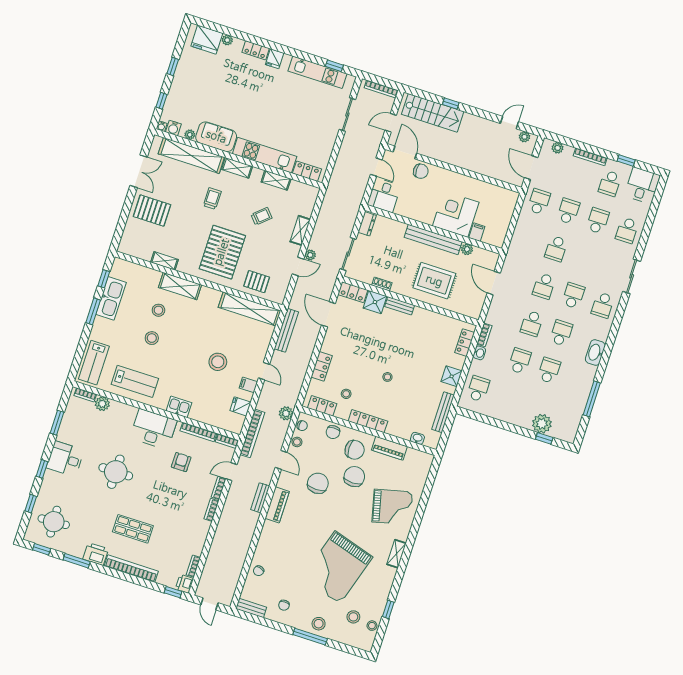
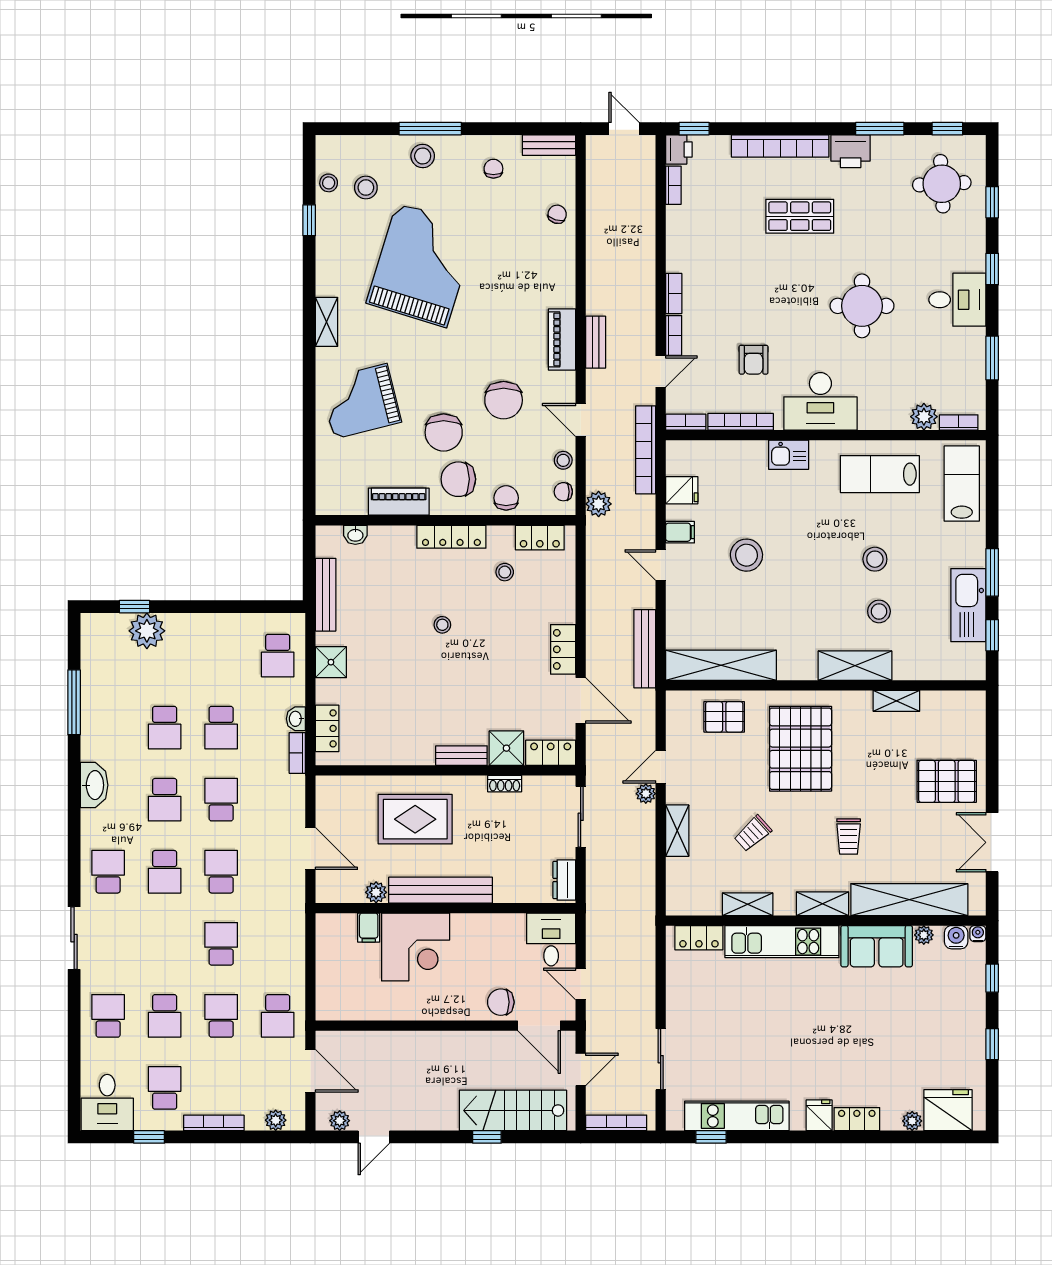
school desk: (568, 211) -> (221, 1016), turned 180
locker: (322, 366) -> (563, 649), moved

